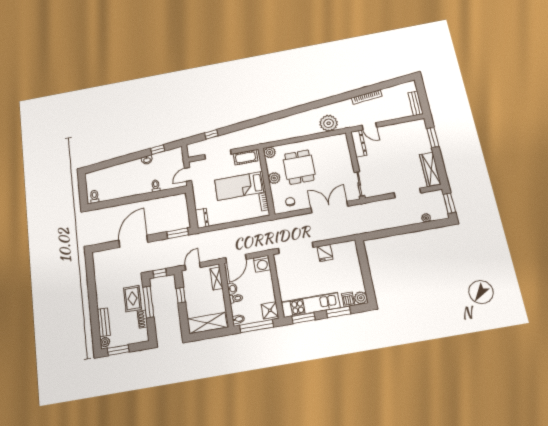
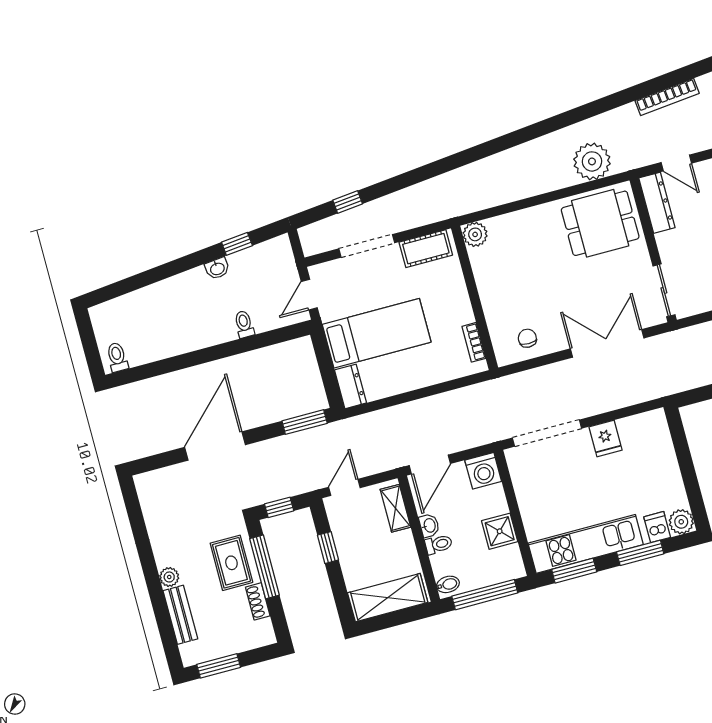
dining table: (299, 167) -> (600, 223), moved, turned 90
plant: (274, 178) -> (490, 290), removed
bed: (240, 186) -> (377, 333), moved, turned 180
shower: (270, 310) -> (500, 531), moved
plant: (105, 342) -> (169, 577), moved

